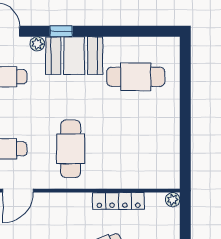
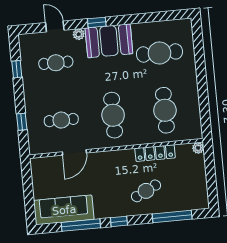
cafe table: (136, 149) -> (165, 110), added

